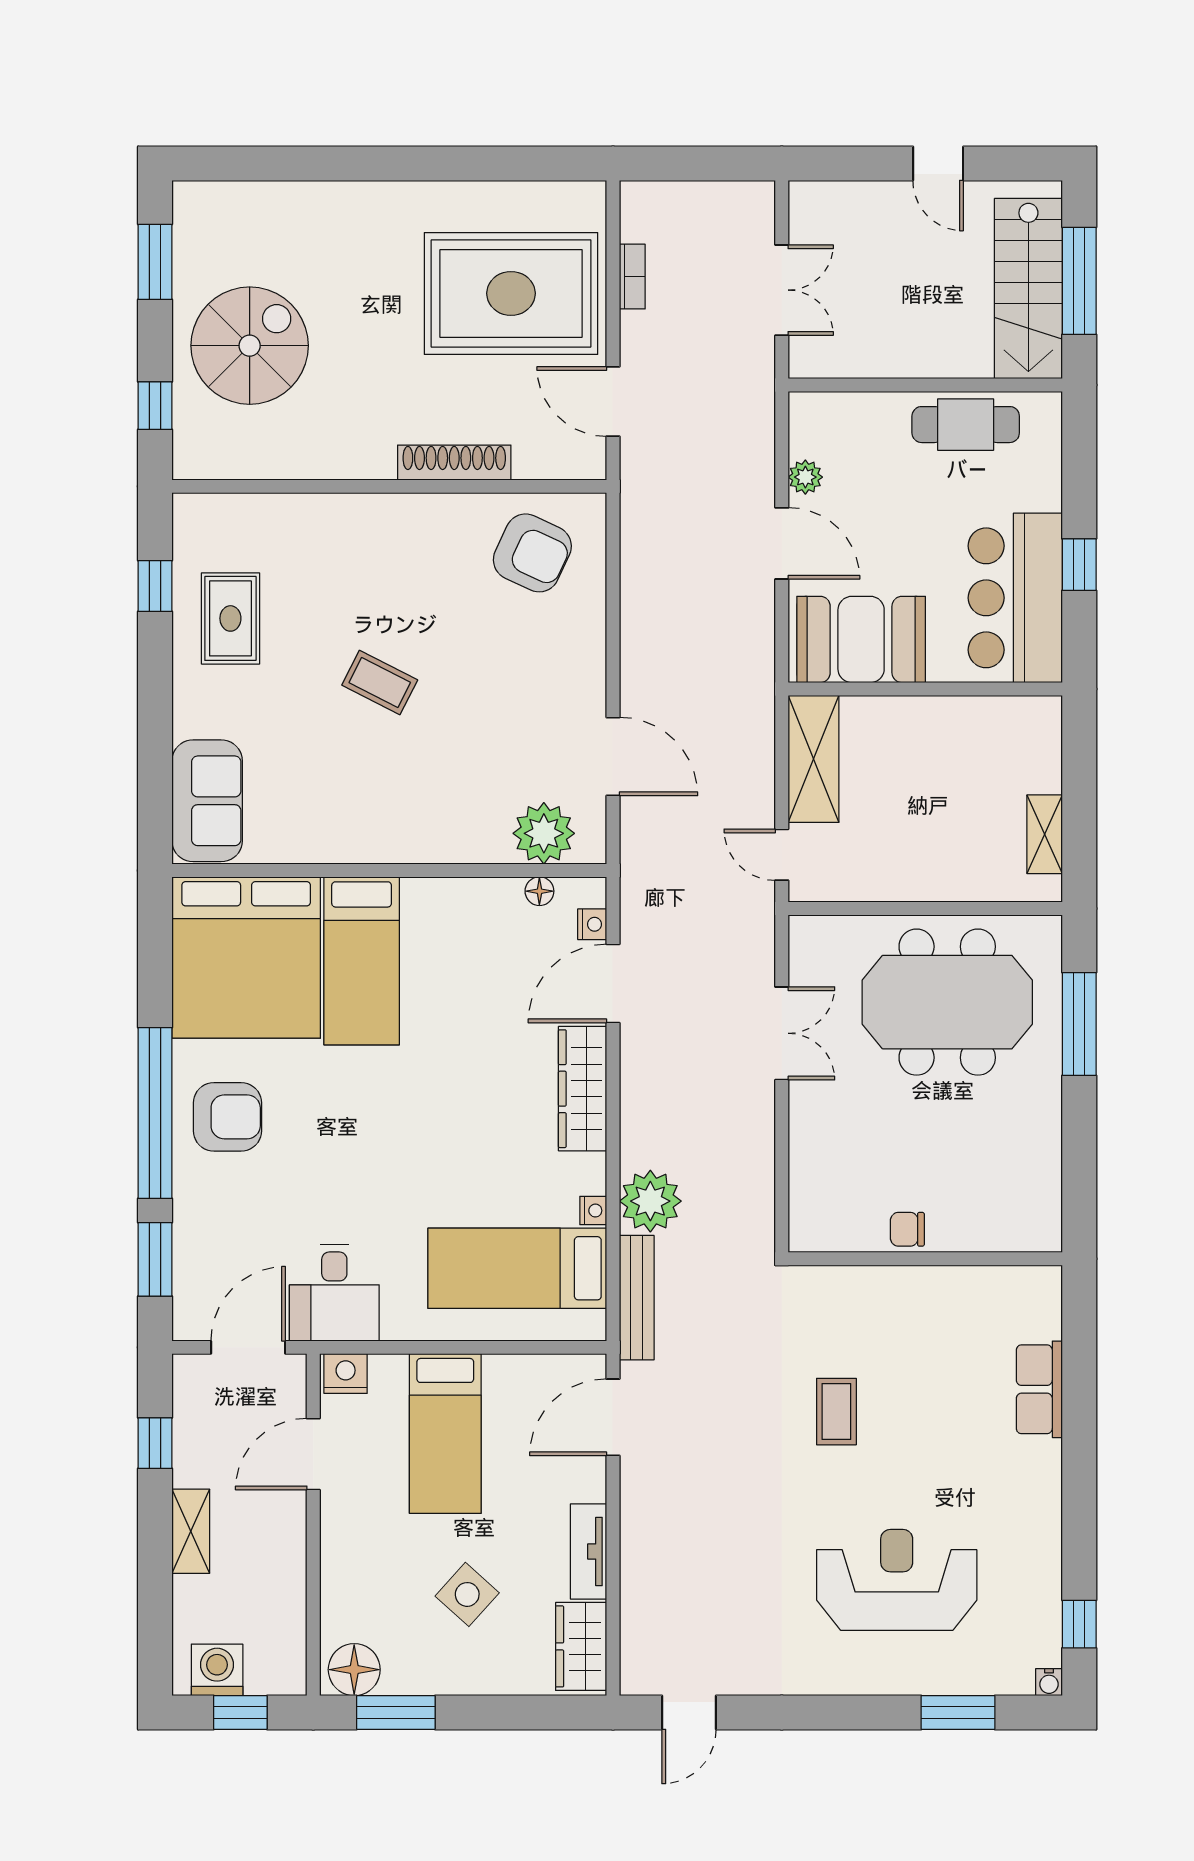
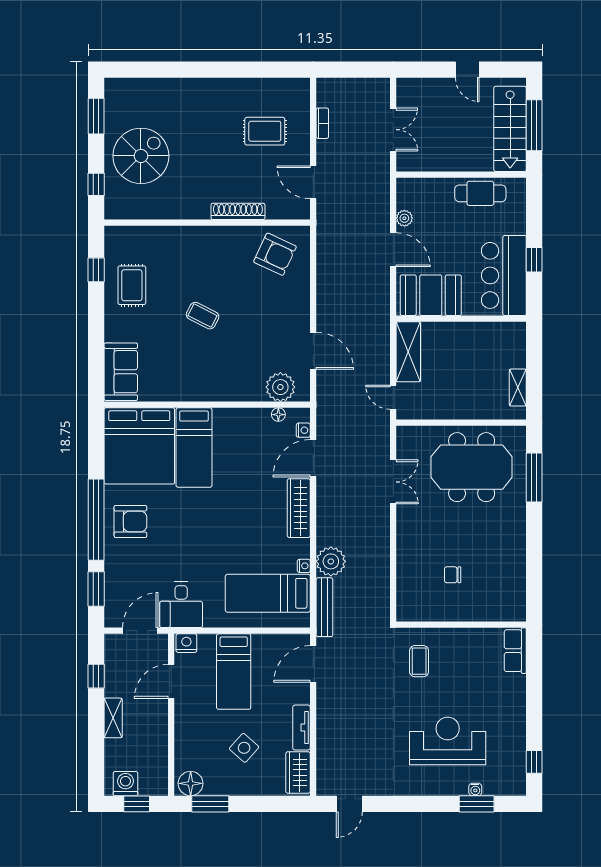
rug: (511, 293) -> (265, 131), width x0.54, depth x0.49
wall: (925, 1259) -> (461, 625), moved
water cooler: (1049, 1682) -> (475, 789), moved

